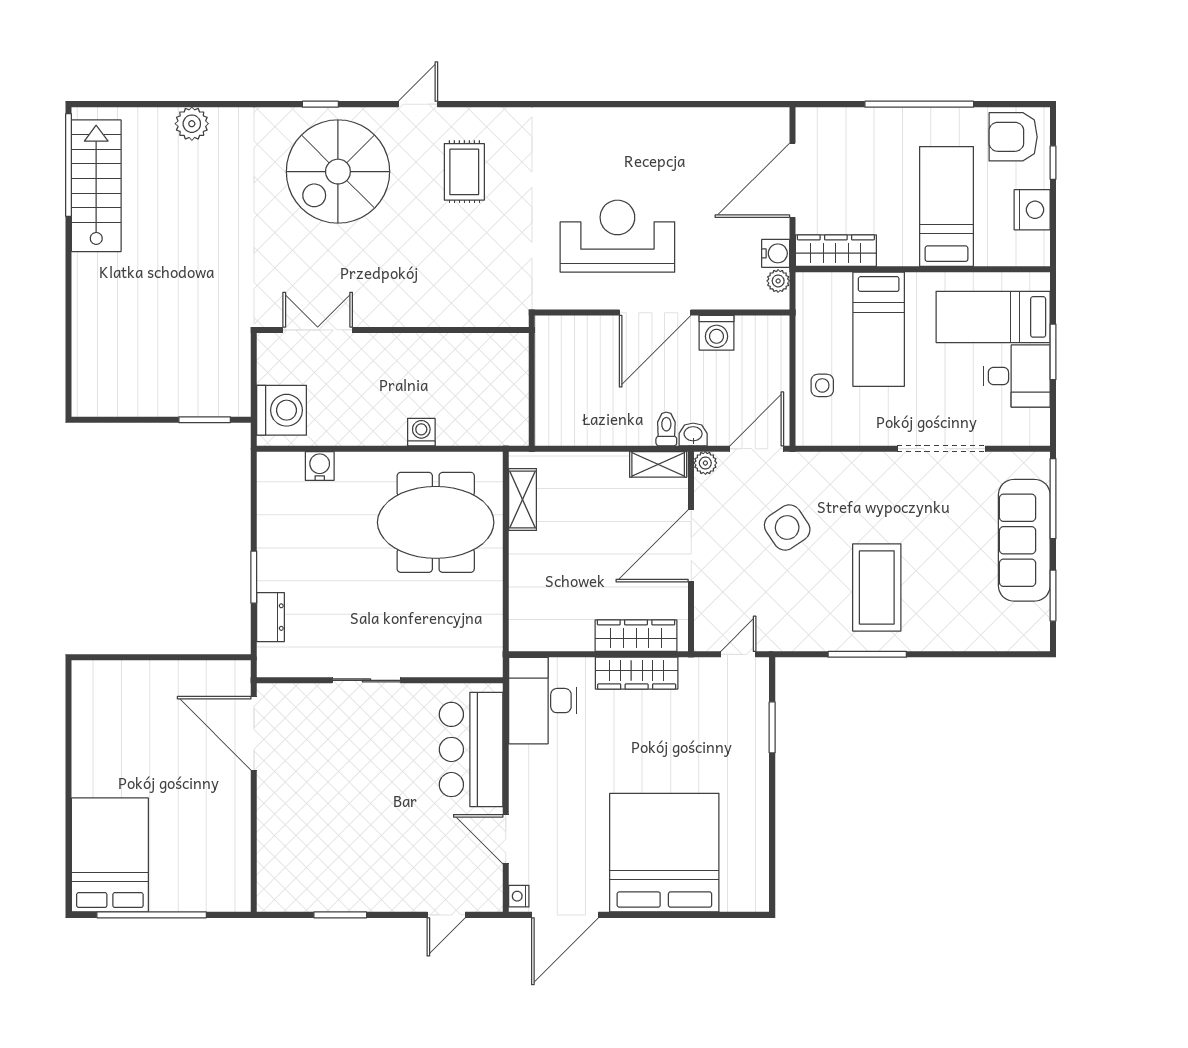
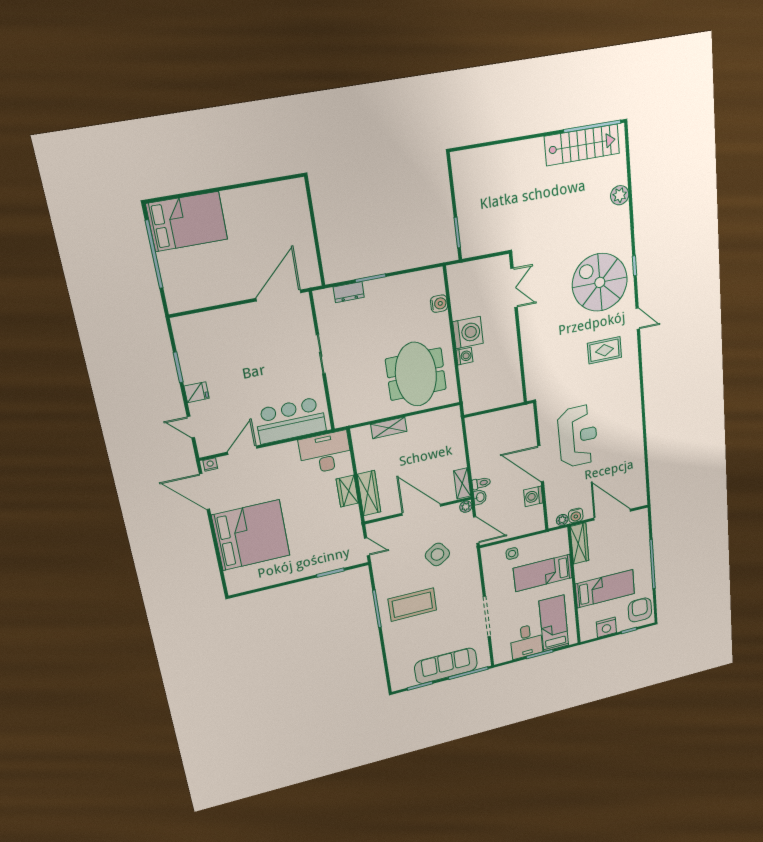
washing machine: (282, 410) -> (468, 333), moved, turned -90
shelving: (523, 499) -> (389, 428), moved
wardrobe: (637, 673) -> (347, 491), width x0.67
fridge: (388, 894) -> (197, 392), added

